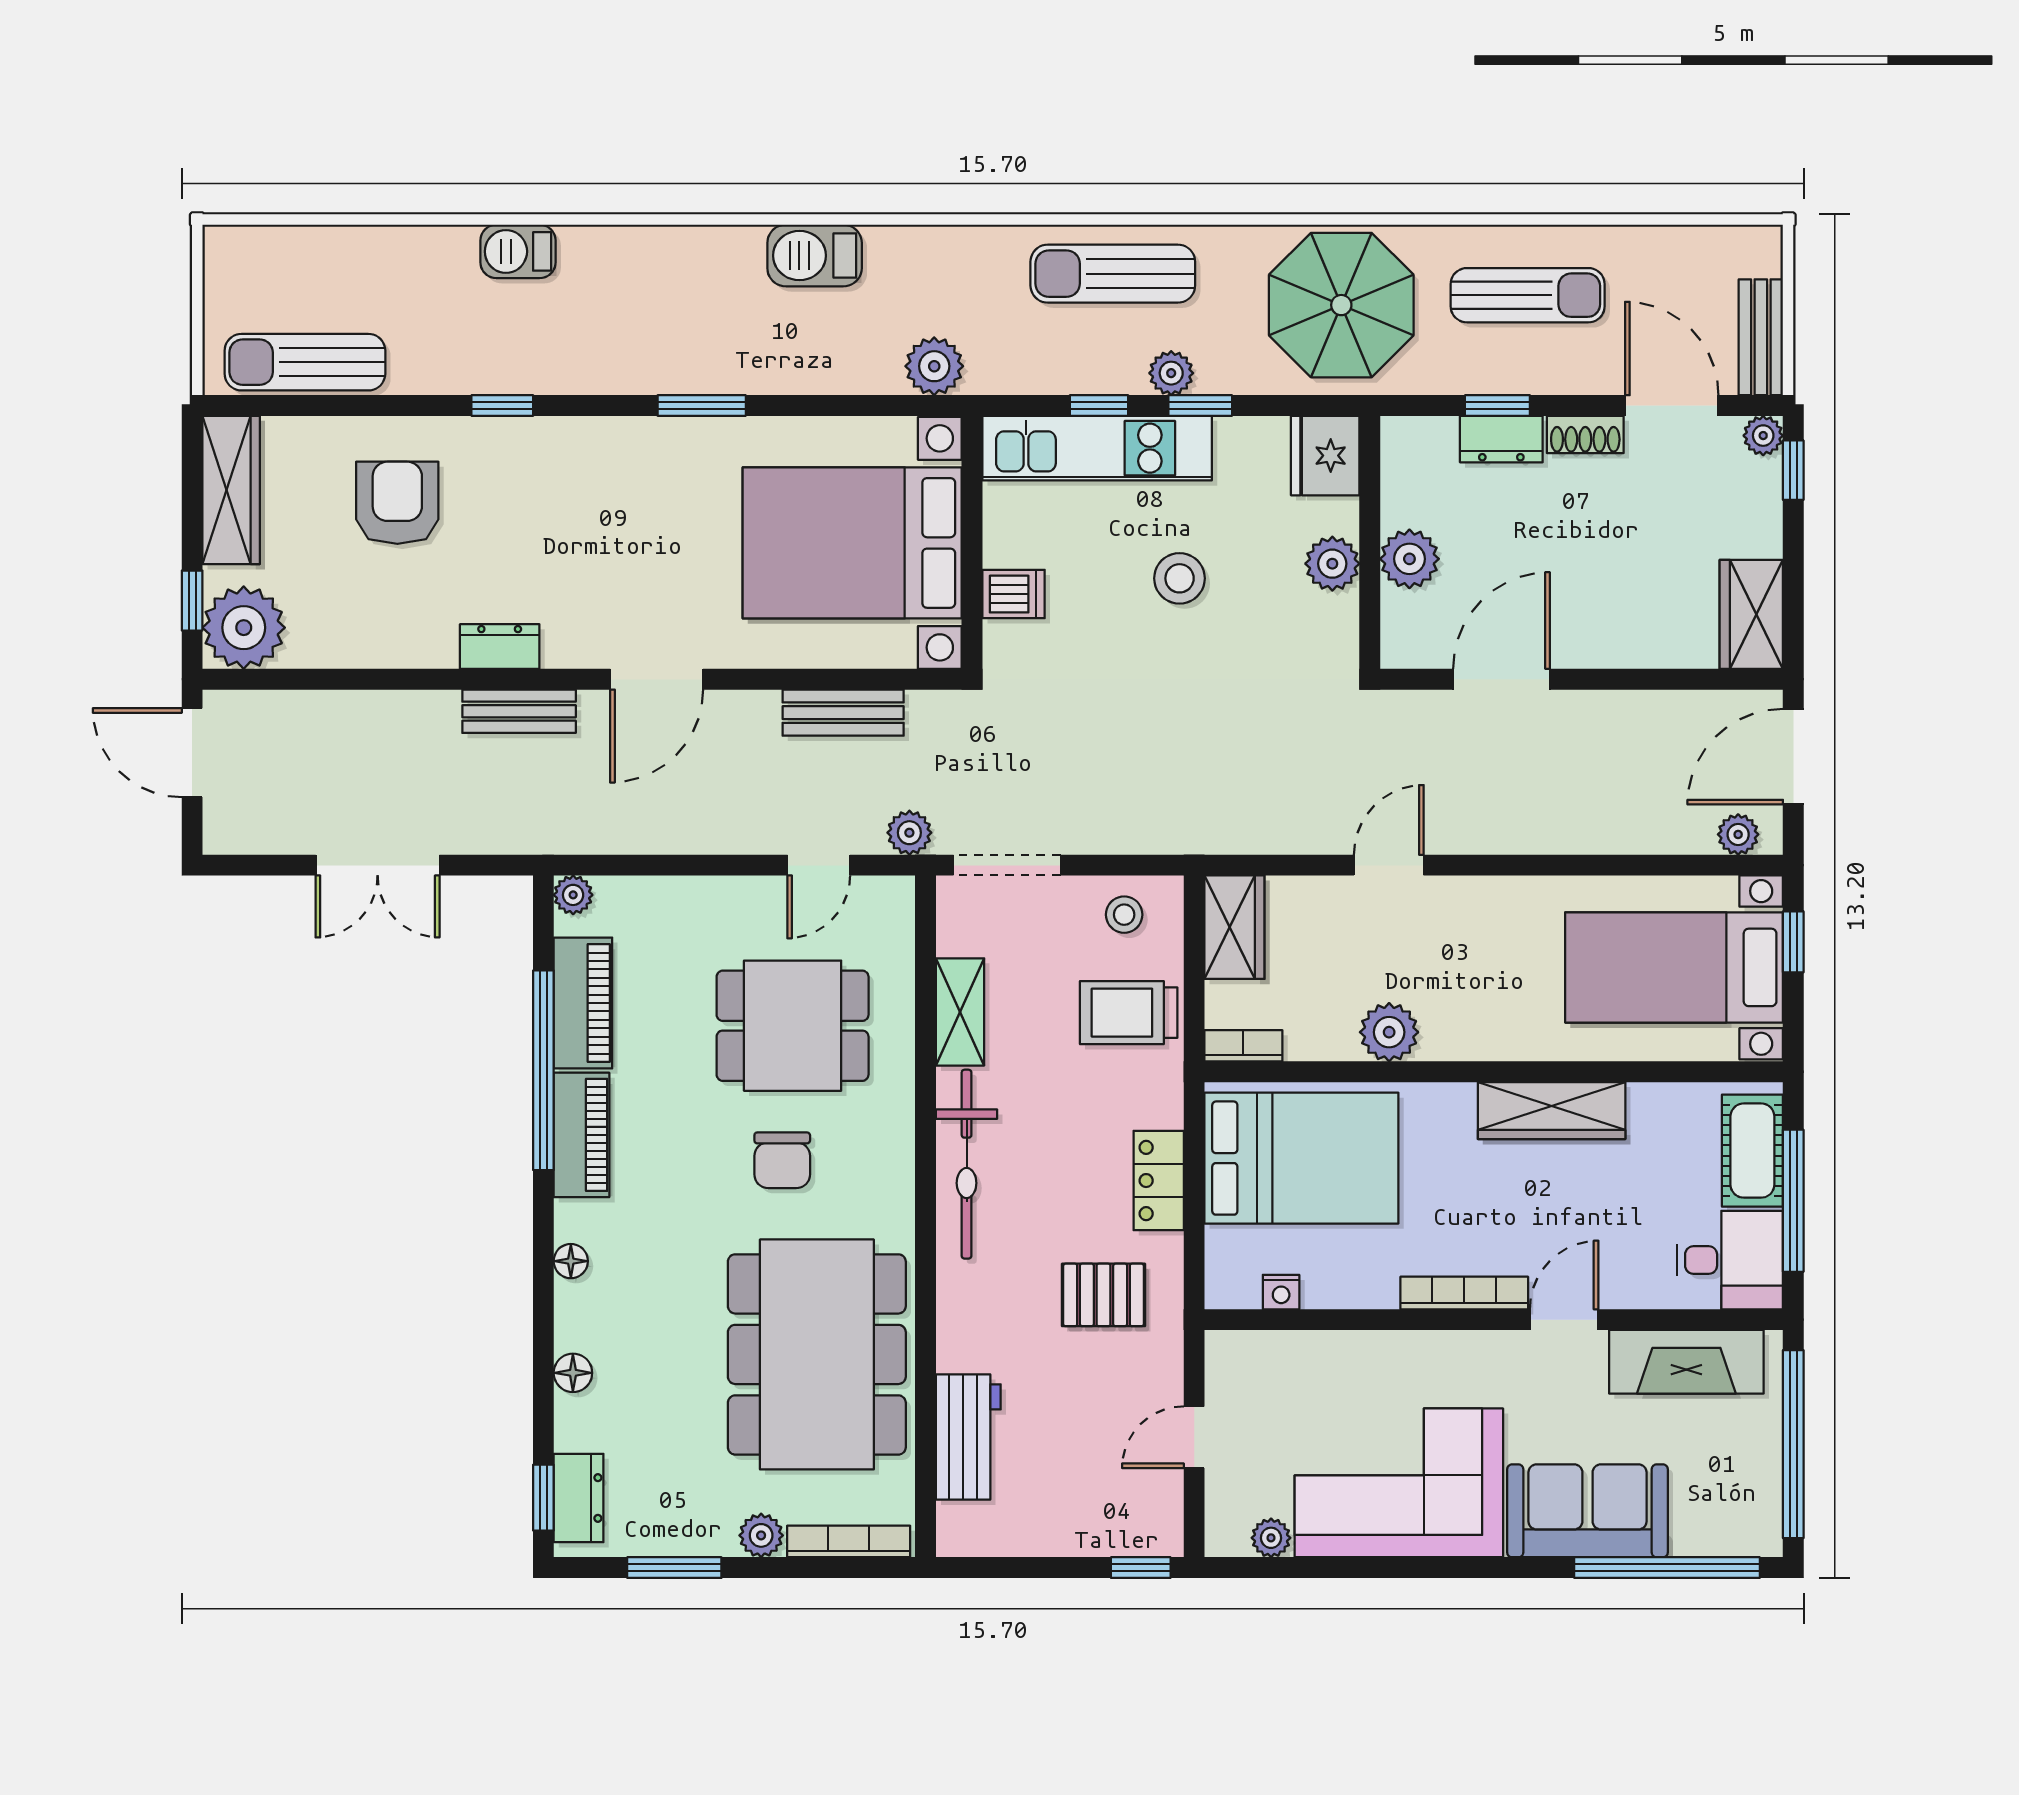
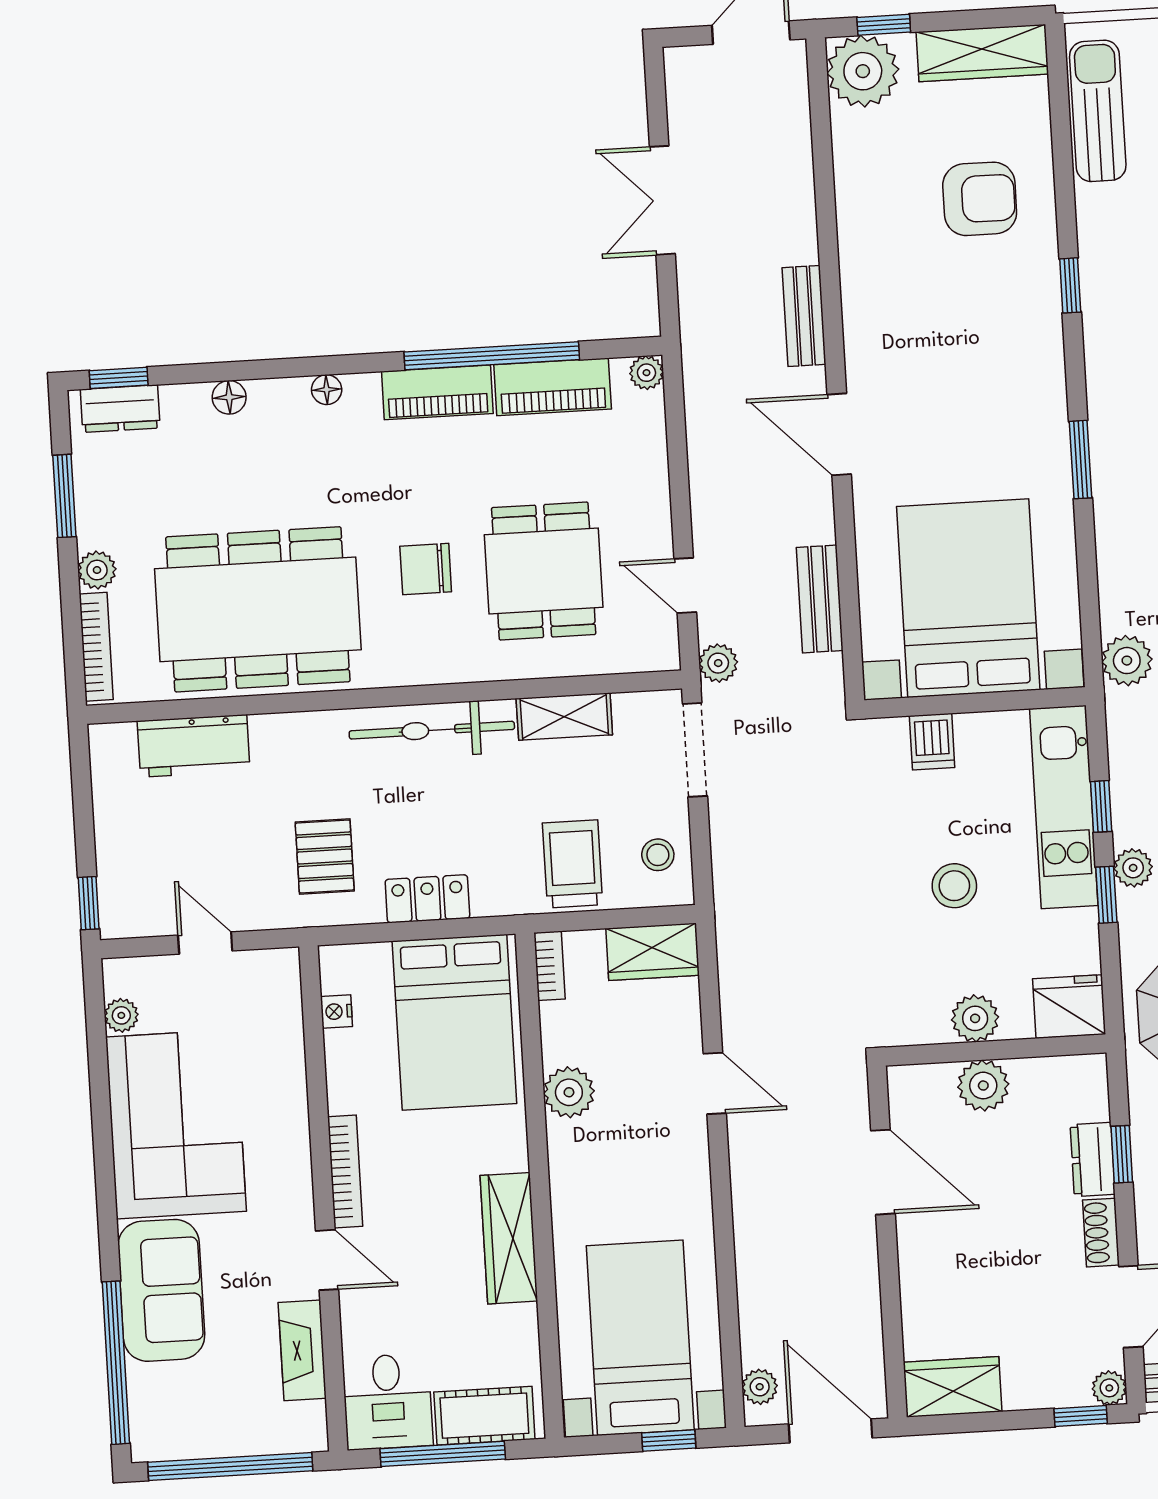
dresser: (500, 646) -> (860, 296), removed
fireplace: (1686, 1362) -> (302, 1350), width x0.73, depth x0.76

